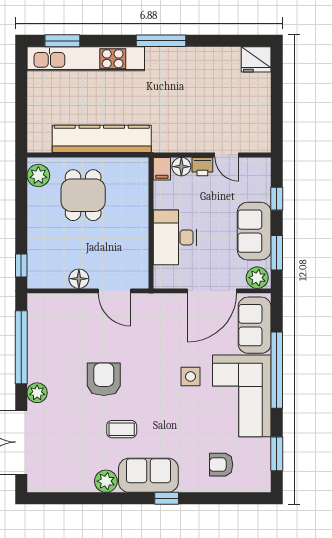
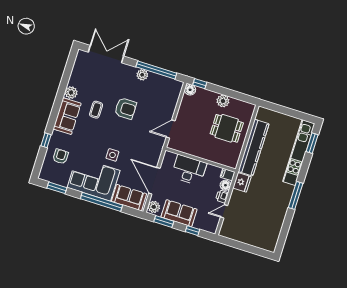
fridge: (256, 59) -> (242, 182), moved, turned 180
plant: (38, 175) -> (223, 101), moved
floor lamp: (79, 279) -> (190, 90), moved
plant: (37, 393) -> (142, 75), moved
window: (167, 498) -> (46, 140), moved

